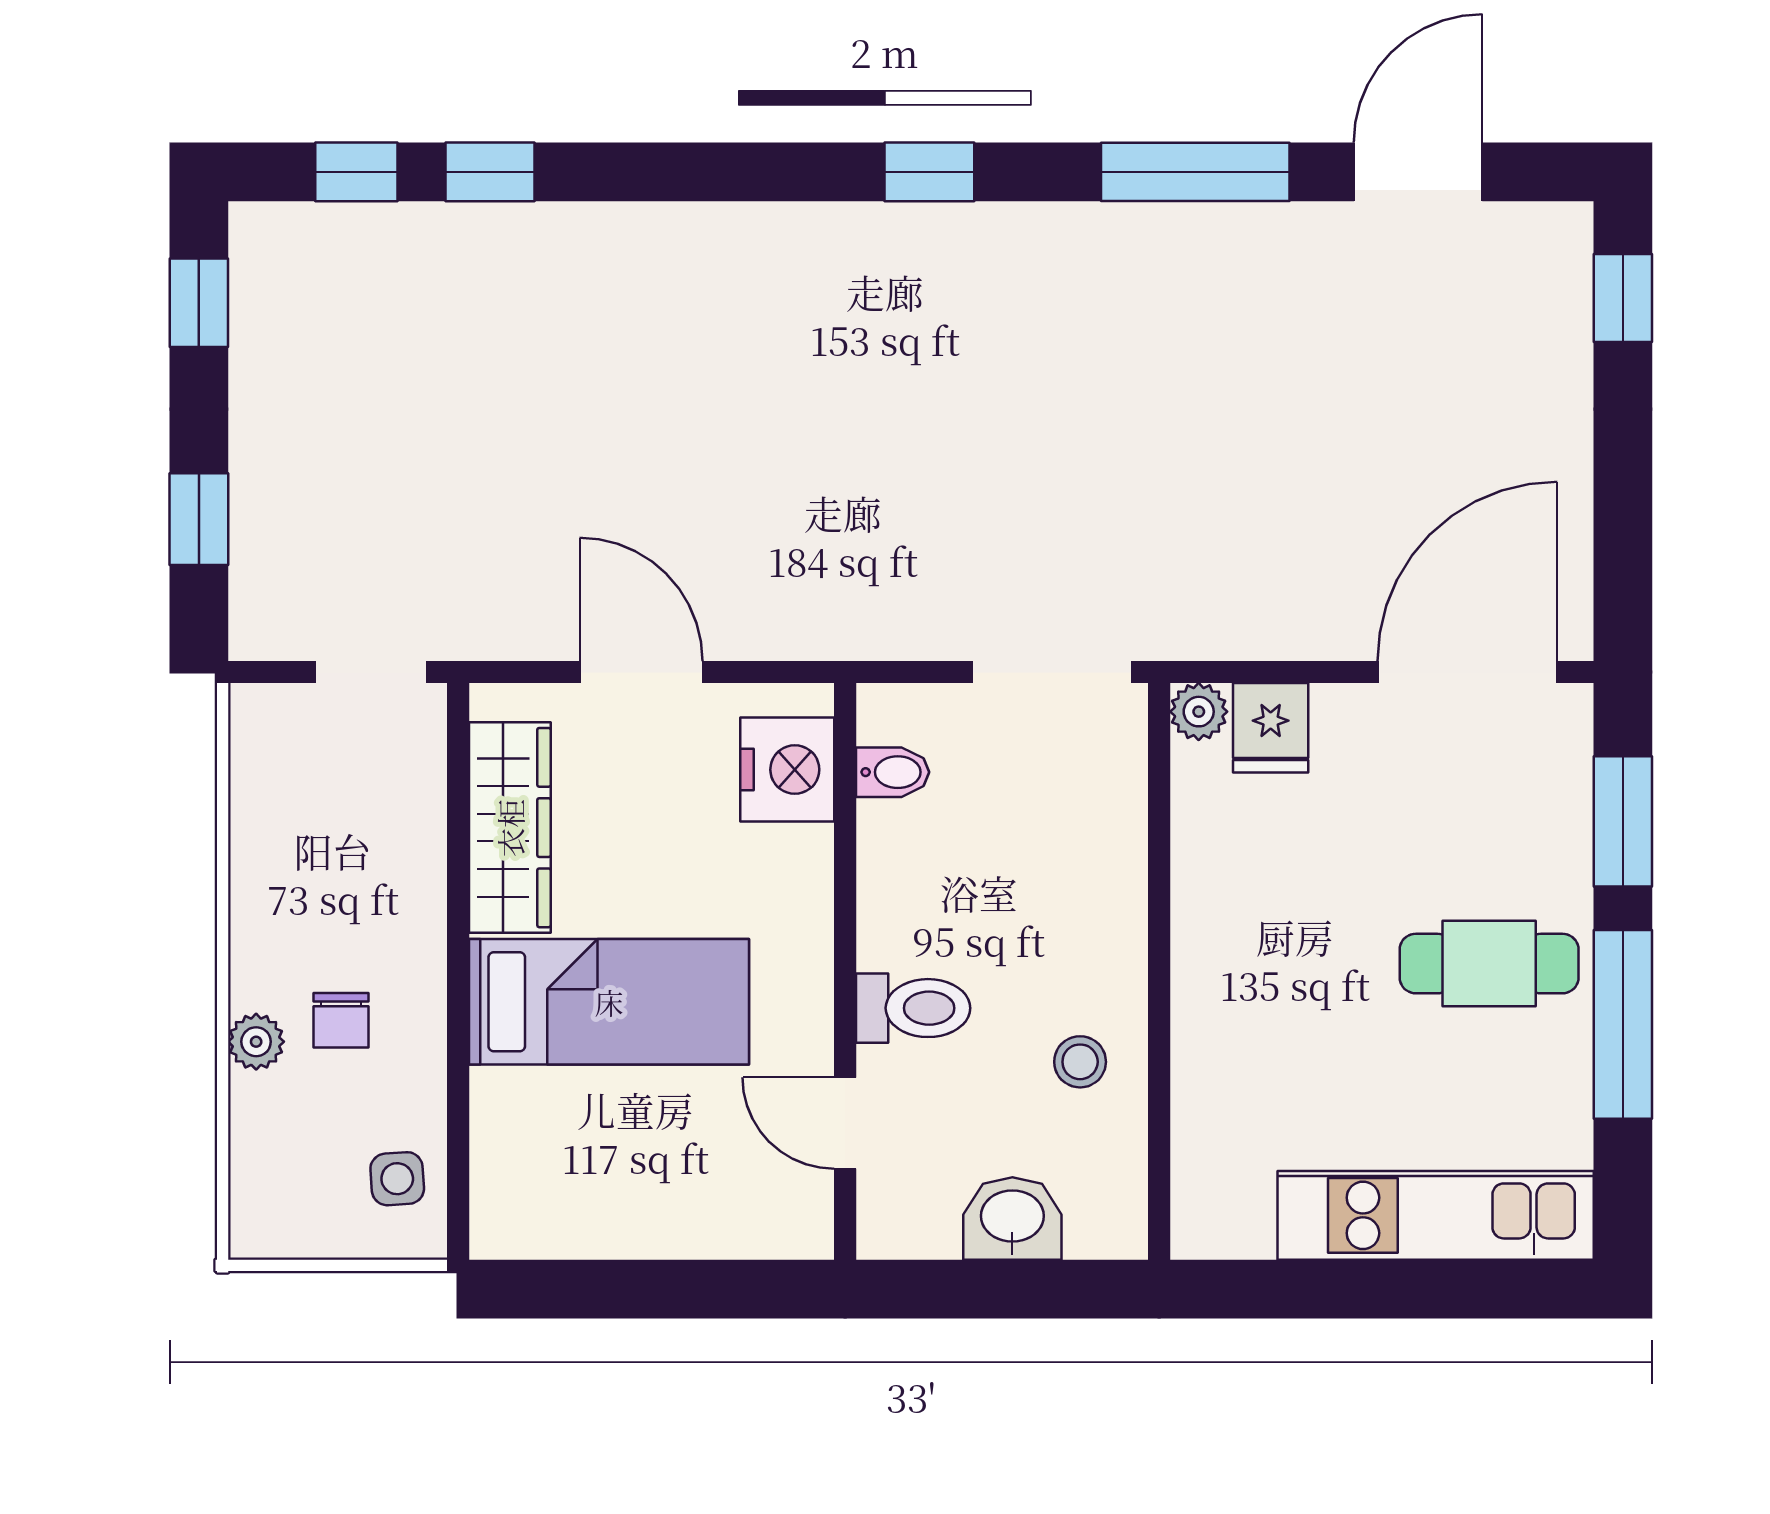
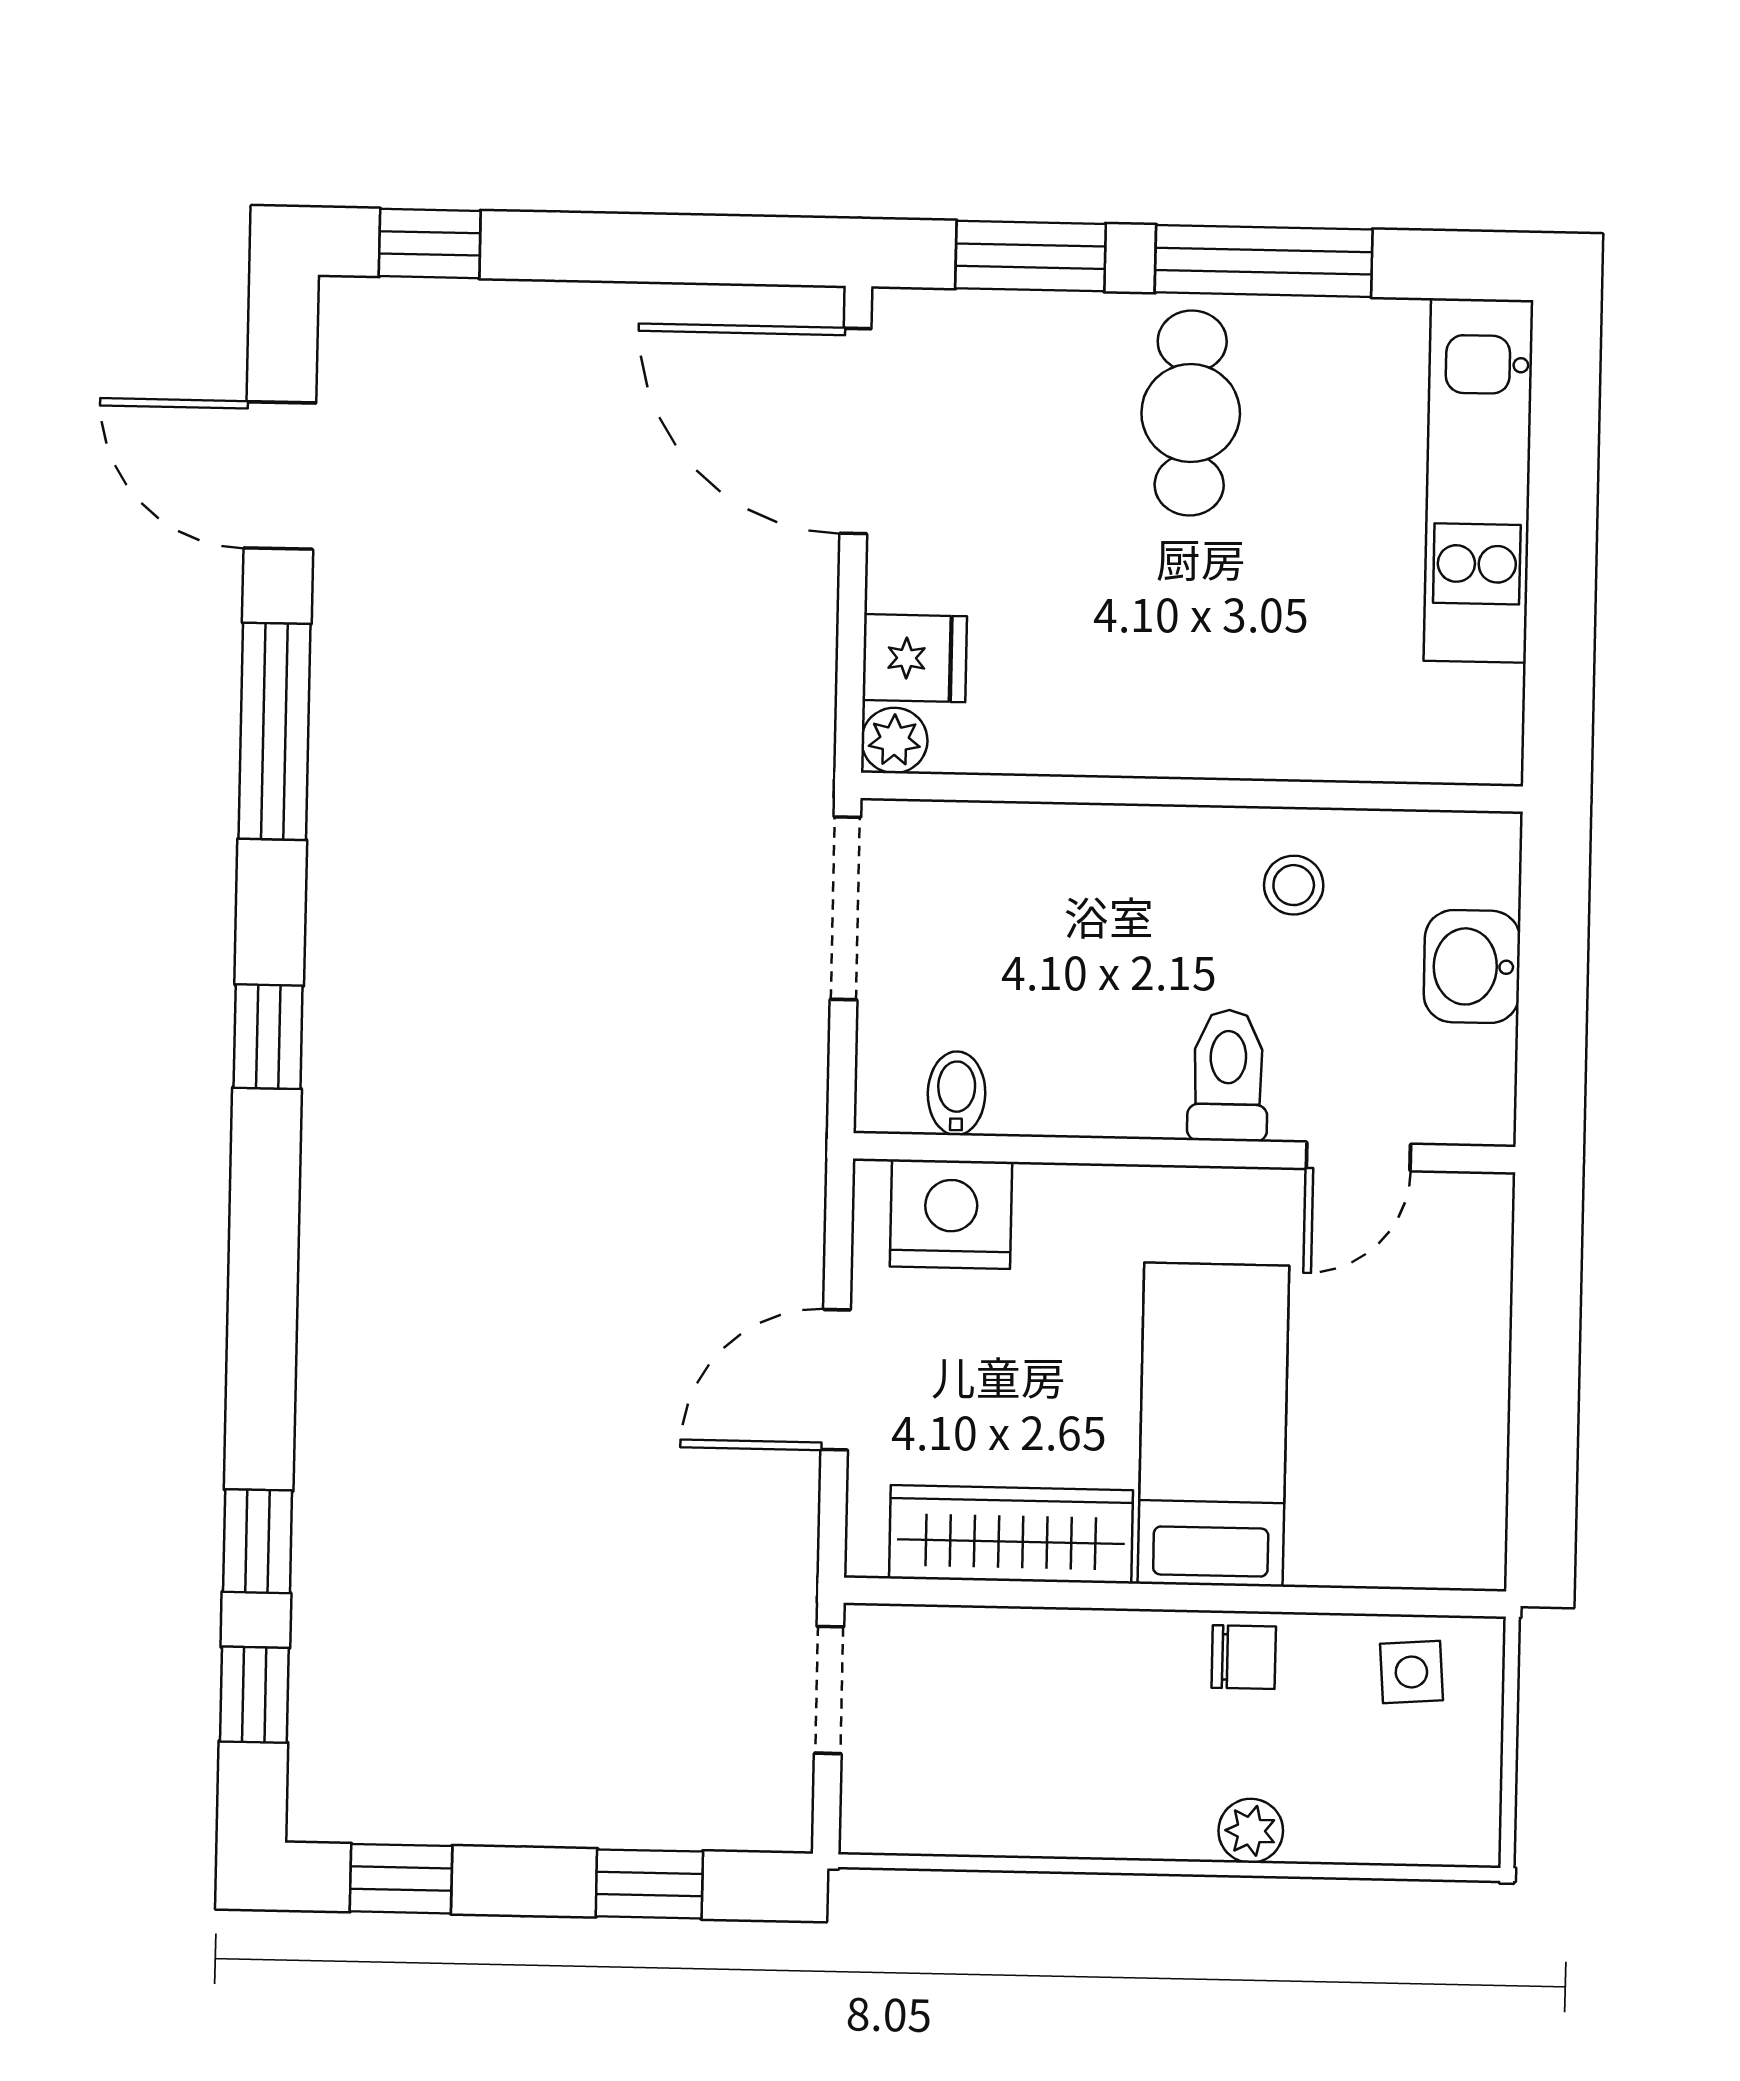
chair: (341, 1020) -> (1244, 1657), moved

